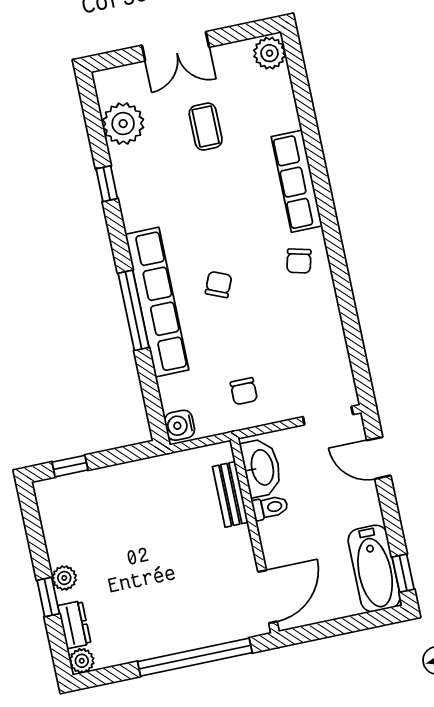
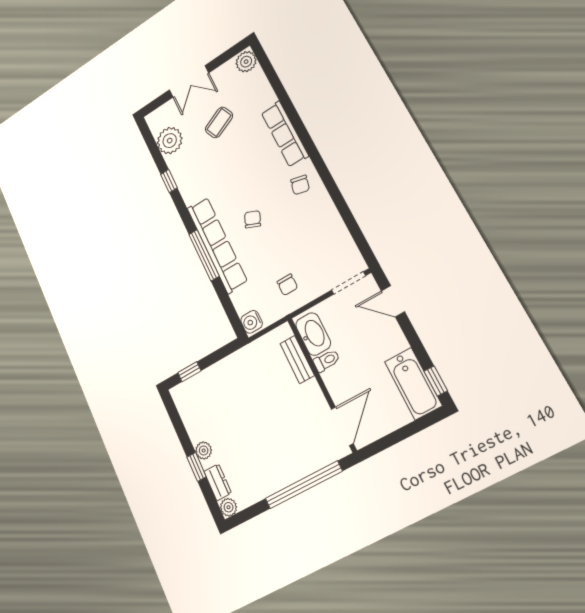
coffee table: (206, 127) -> (219, 122), turned 66

